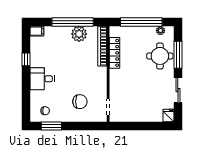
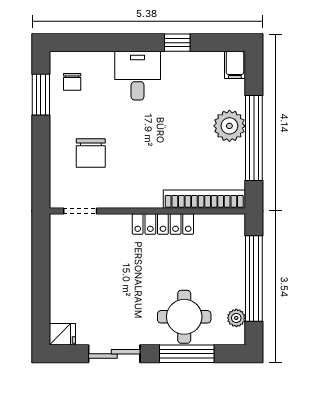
plant: (79, 34) -> (229, 126), moved
locker: (115, 53) -> (163, 224), moved

